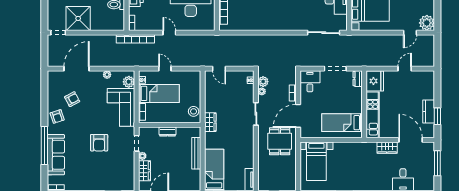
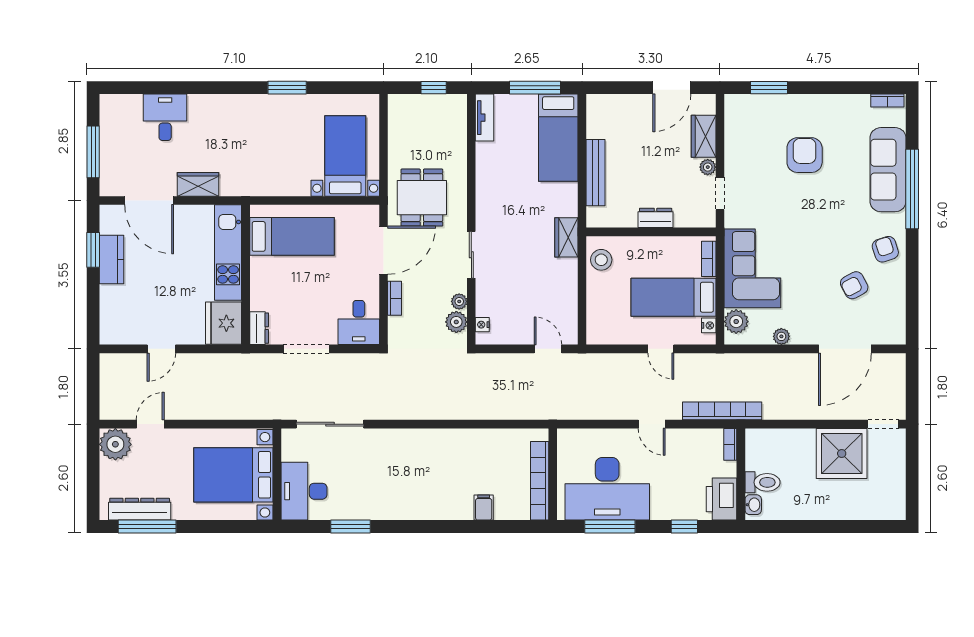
armchair: (99, 143) -> (805, 155), moved

